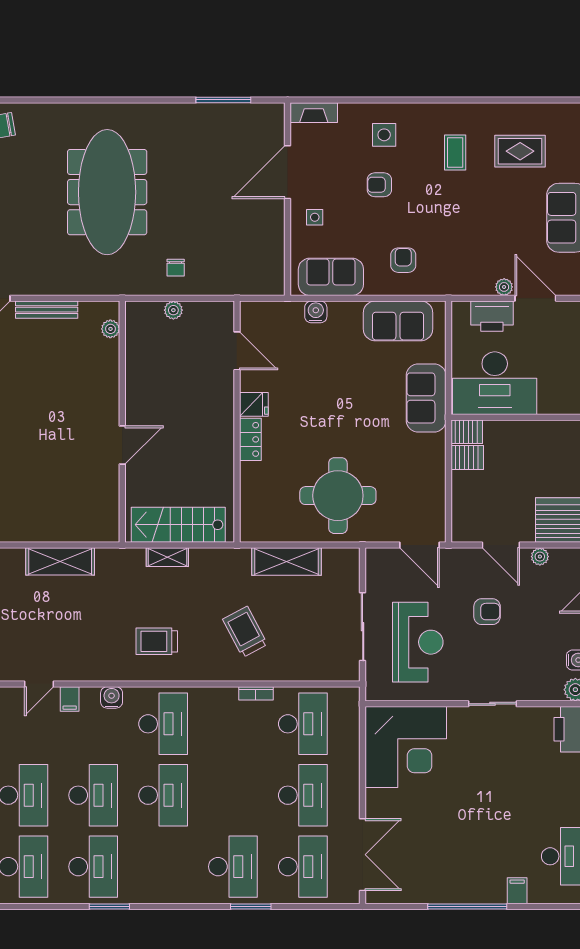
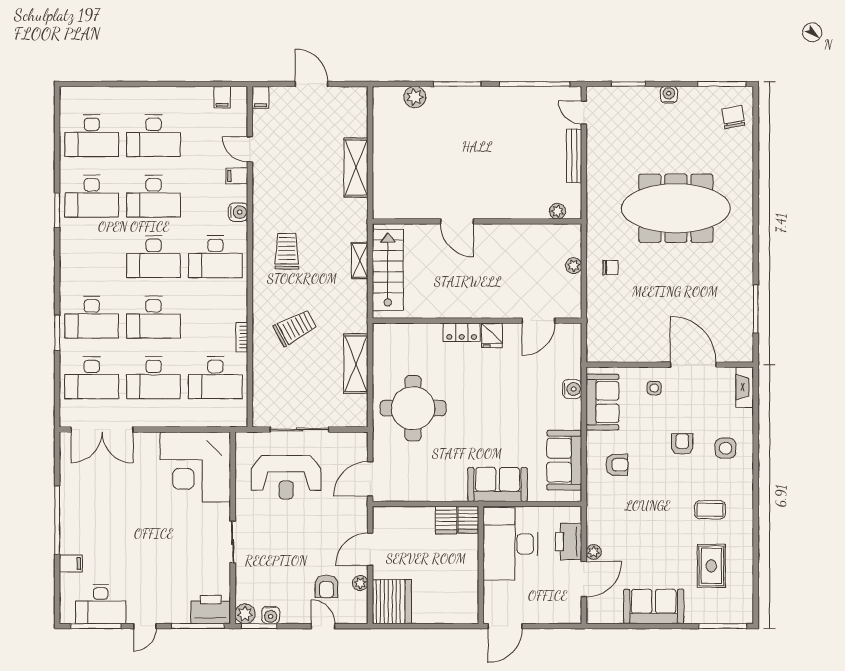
chair: (176, 268) -> (610, 268), turned 180
armchair: (487, 612) -> (326, 586), moved
desk: (233, 795) -> (154, 317), added

